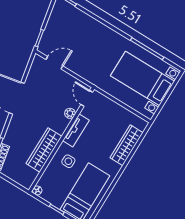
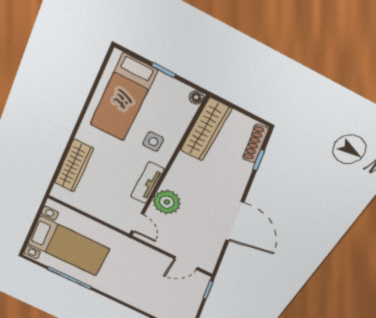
plant: (70, 113) -> (167, 202), width x1.87, depth x1.87
wardrobe: (44, 150) -> (206, 130), moved

